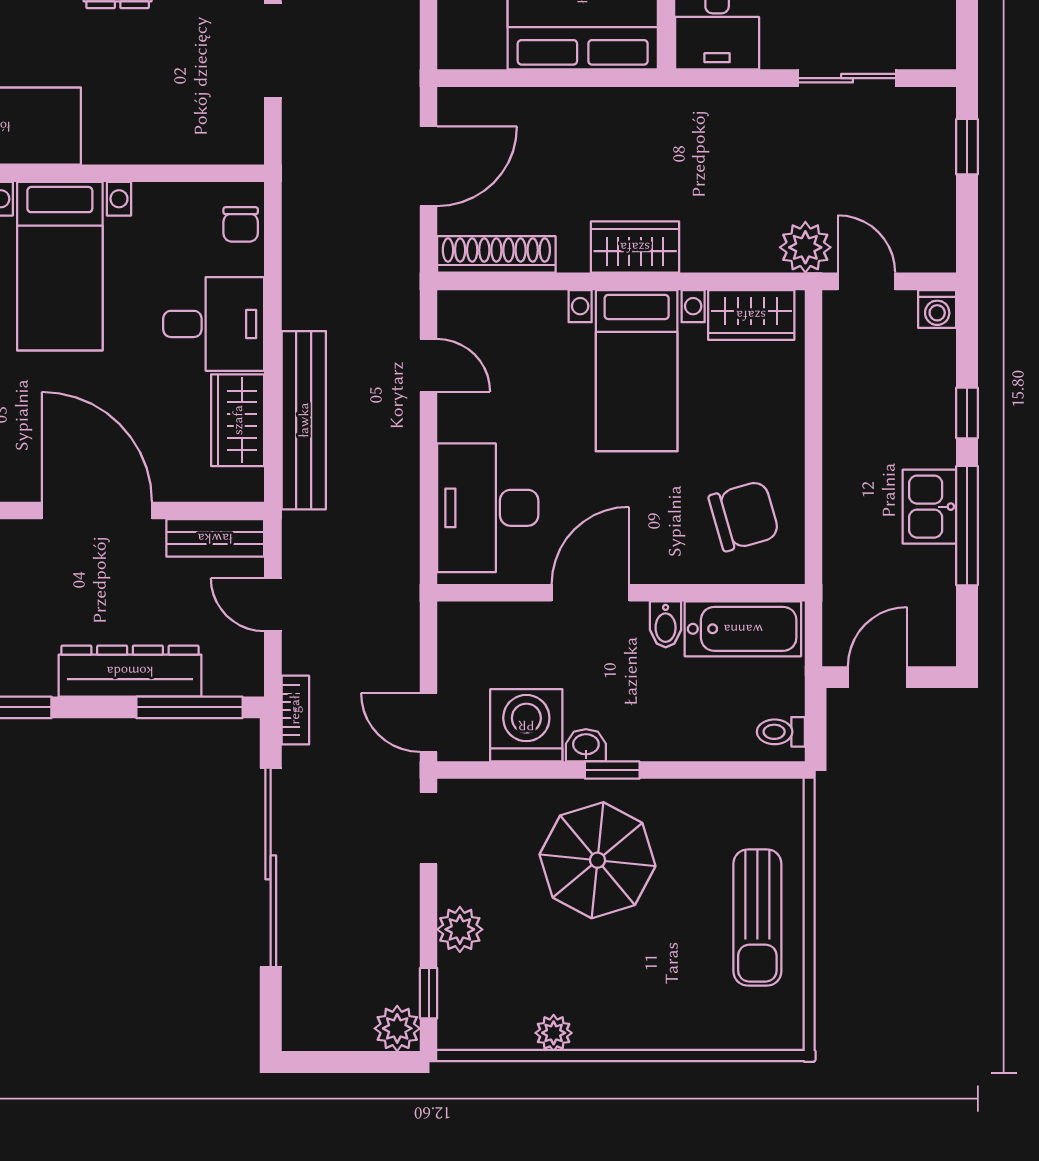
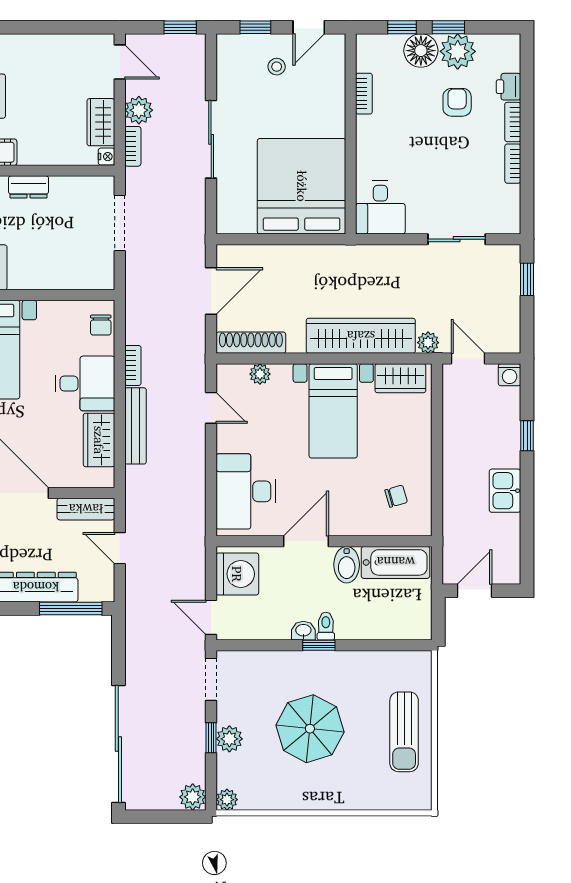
wardrobe: (635, 247) -> (361, 336), width x2.10, depth x1.17
plant: (805, 247) -> (428, 343), width x0.73, depth x0.73
plant: (512, 308) -> (260, 374), added
bench: (304, 420) -> (135, 426), width x0.73, depth x0.82
chair: (744, 516) -> (396, 496), width x0.54, depth x0.54
window: (967, 526) -> (527, 502), removed
bidet: (666, 624) -> (347, 565), width x1.38, depth x1.36
bookcase: (295, 710) -> (133, 365), moved
washing machine: (526, 725) -> (237, 574), moved, turned 90
toilet: (781, 732) -> (326, 626), moved, turned 90
parasol: (597, 860) -> (310, 729), moved
sliding door: (271, 867) -> (118, 744), moved
window: (429, 993) -> (211, 738), moved
plant: (554, 1033) -> (227, 800), moved

